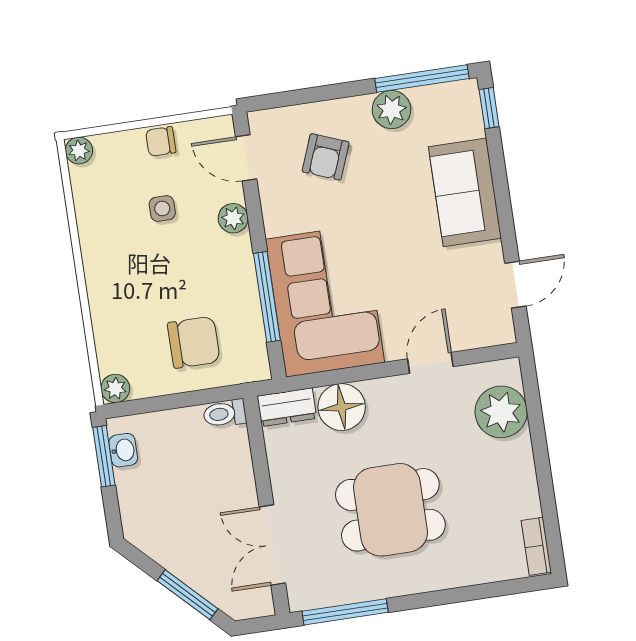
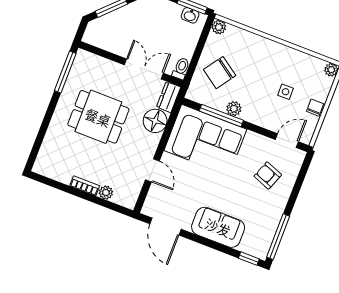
plant: (391, 110) -> (272, 216), removed
plant: (233, 218) -> (234, 109), moved
door: (515, 285) -> (166, 227), width x1.38
chair: (194, 342) -> (220, 73), turned 35
plant: (501, 412) -> (106, 193), width x0.53, depth x0.53
dining table: (390, 510) -> (98, 117), turned 90
double door: (272, 545) -> (144, 69), moved
bookcase: (536, 546) -> (85, 186), moved

